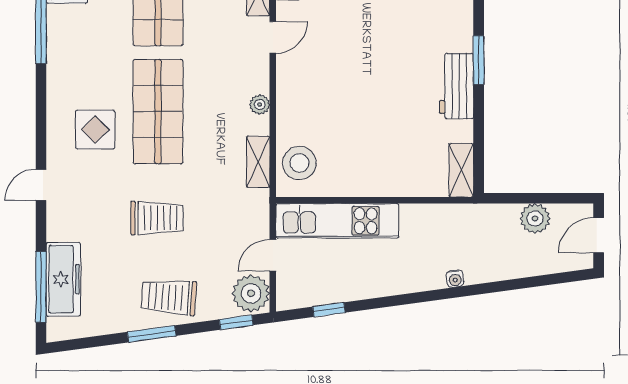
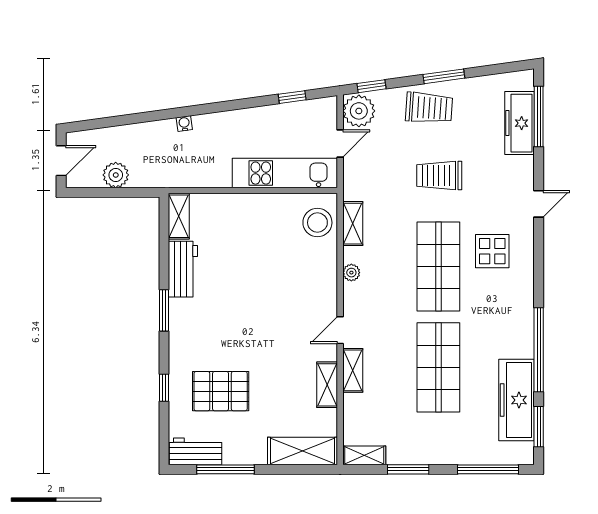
workbench: (456, 86) -> (183, 269), moved

